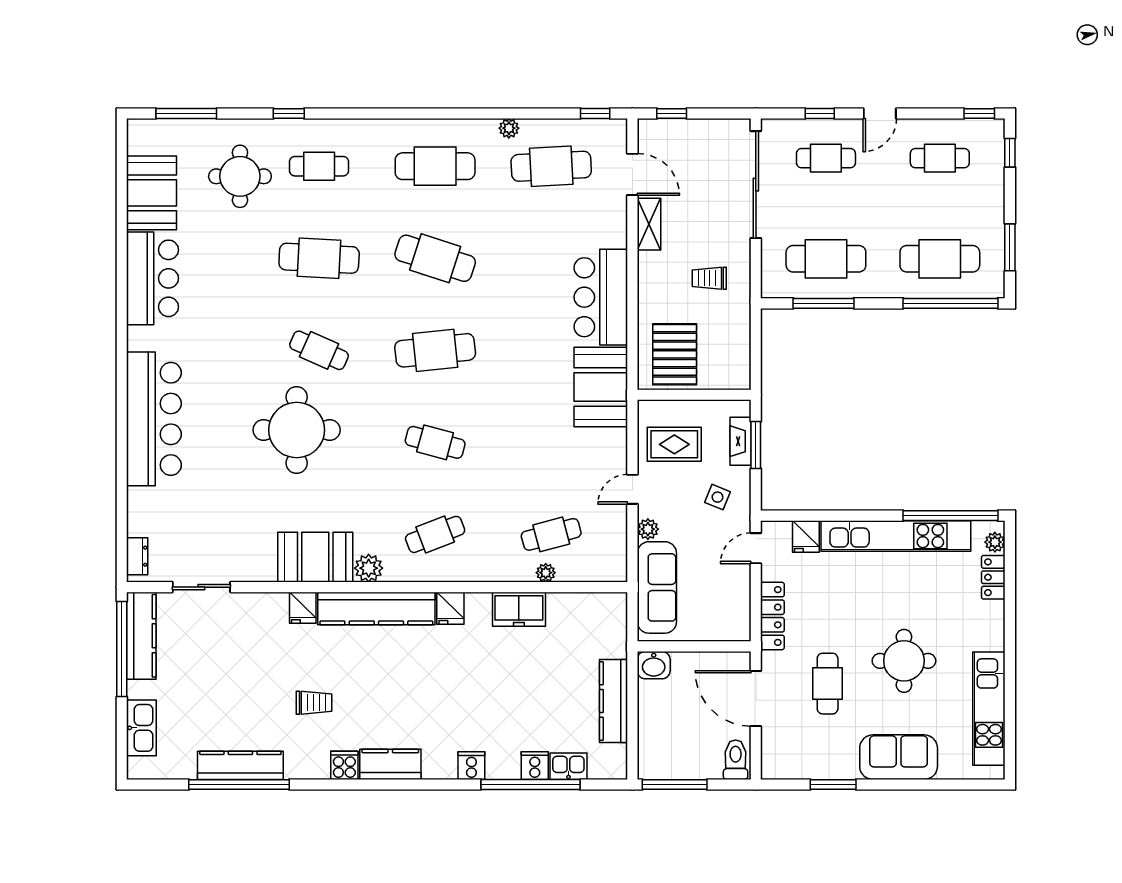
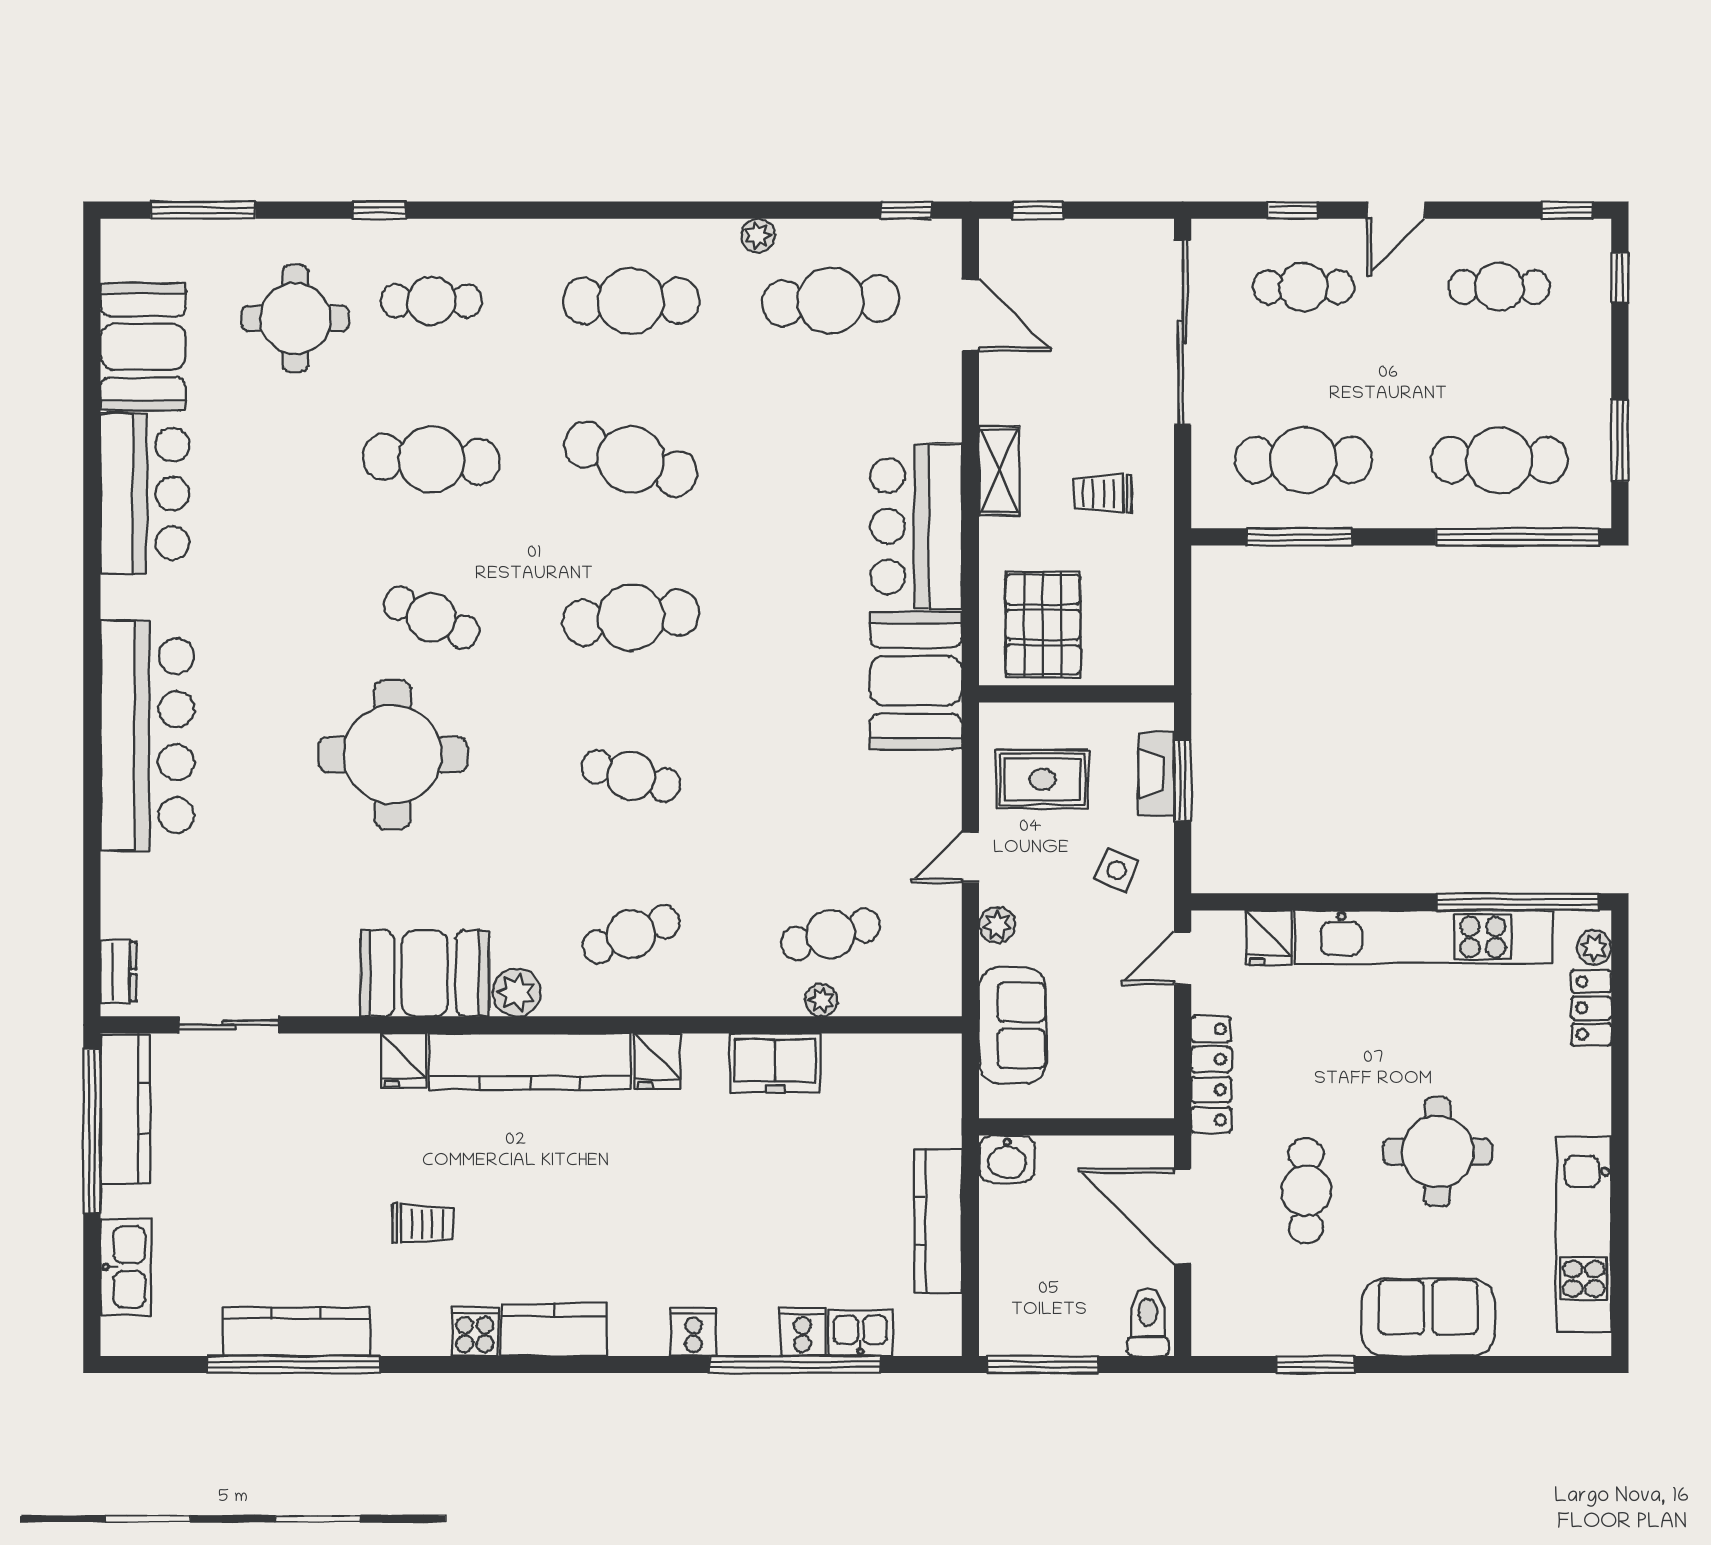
shelving: (649, 224) -> (999, 471), moved
sofa: (657, 587) -> (1012, 1026), width x0.73

